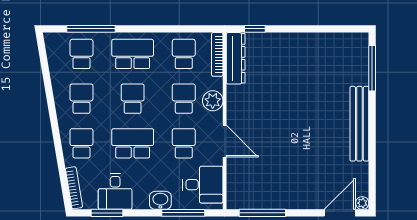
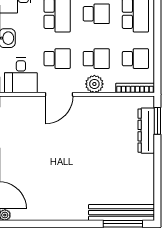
window: (255, 29) -> (157, 121), width x1.50
dresser: (236, 58) -> (146, 131), moved, turned 90
bench: (359, 124) -> (121, 213), moved

